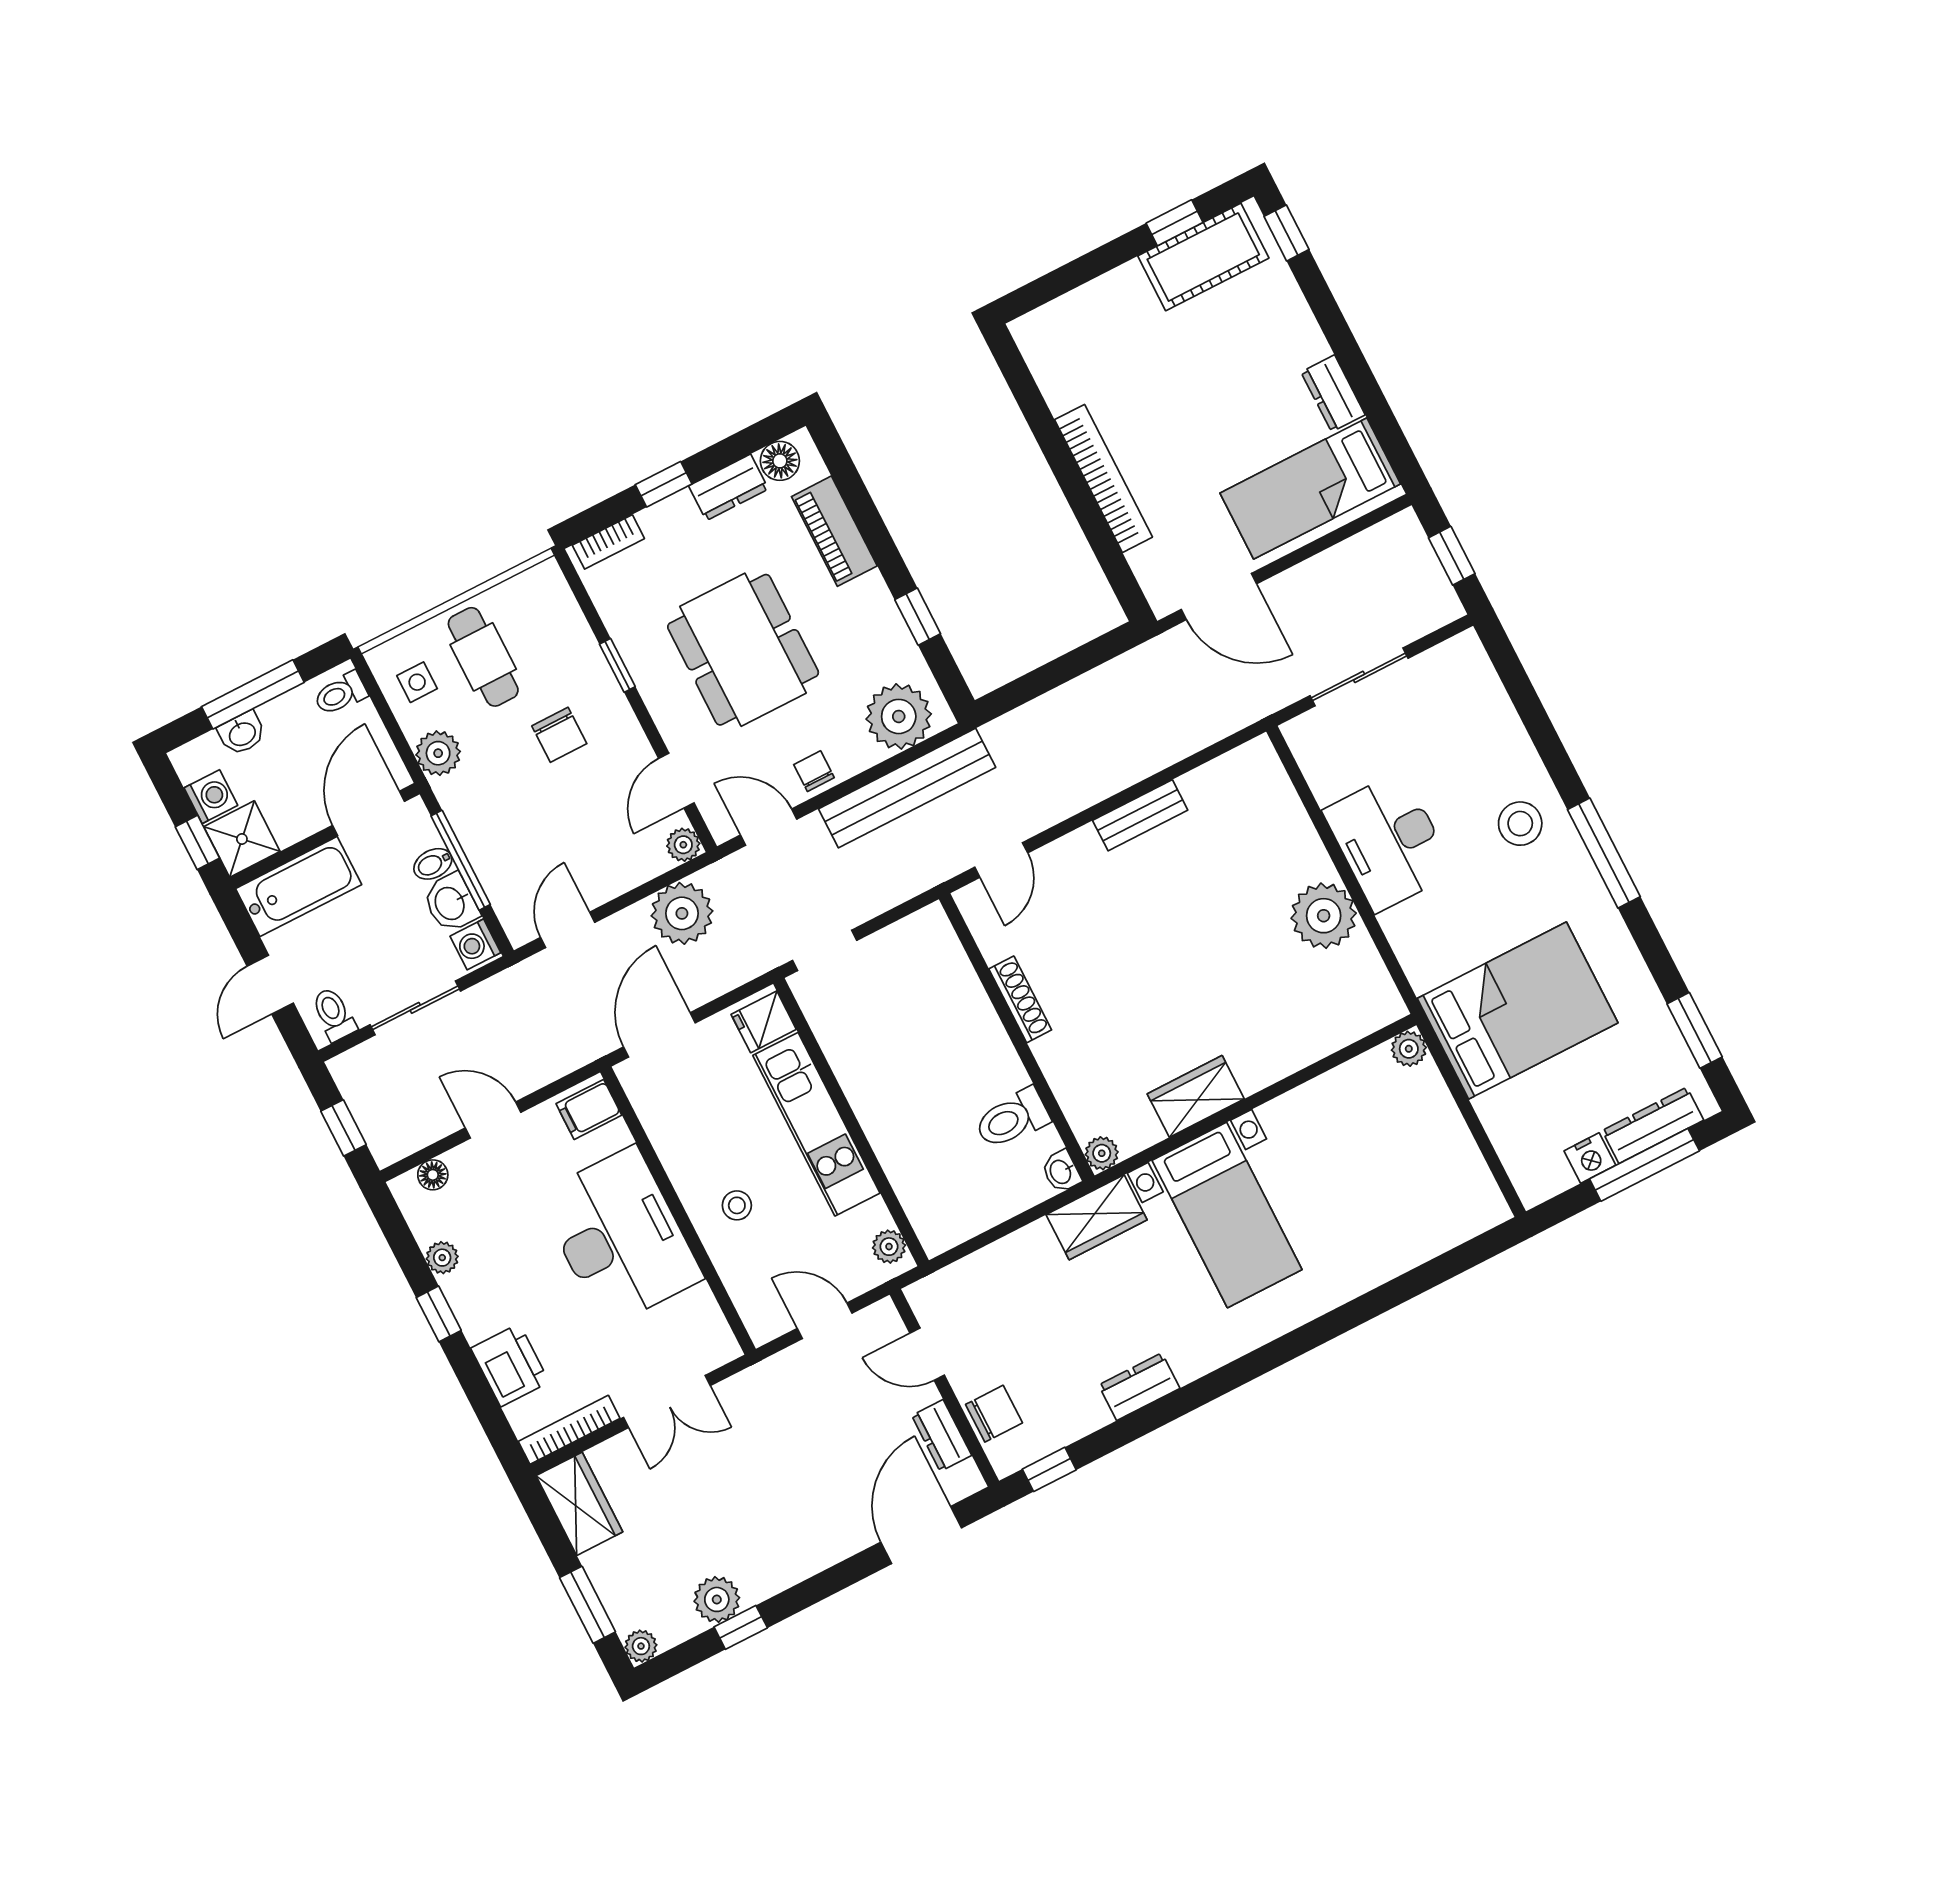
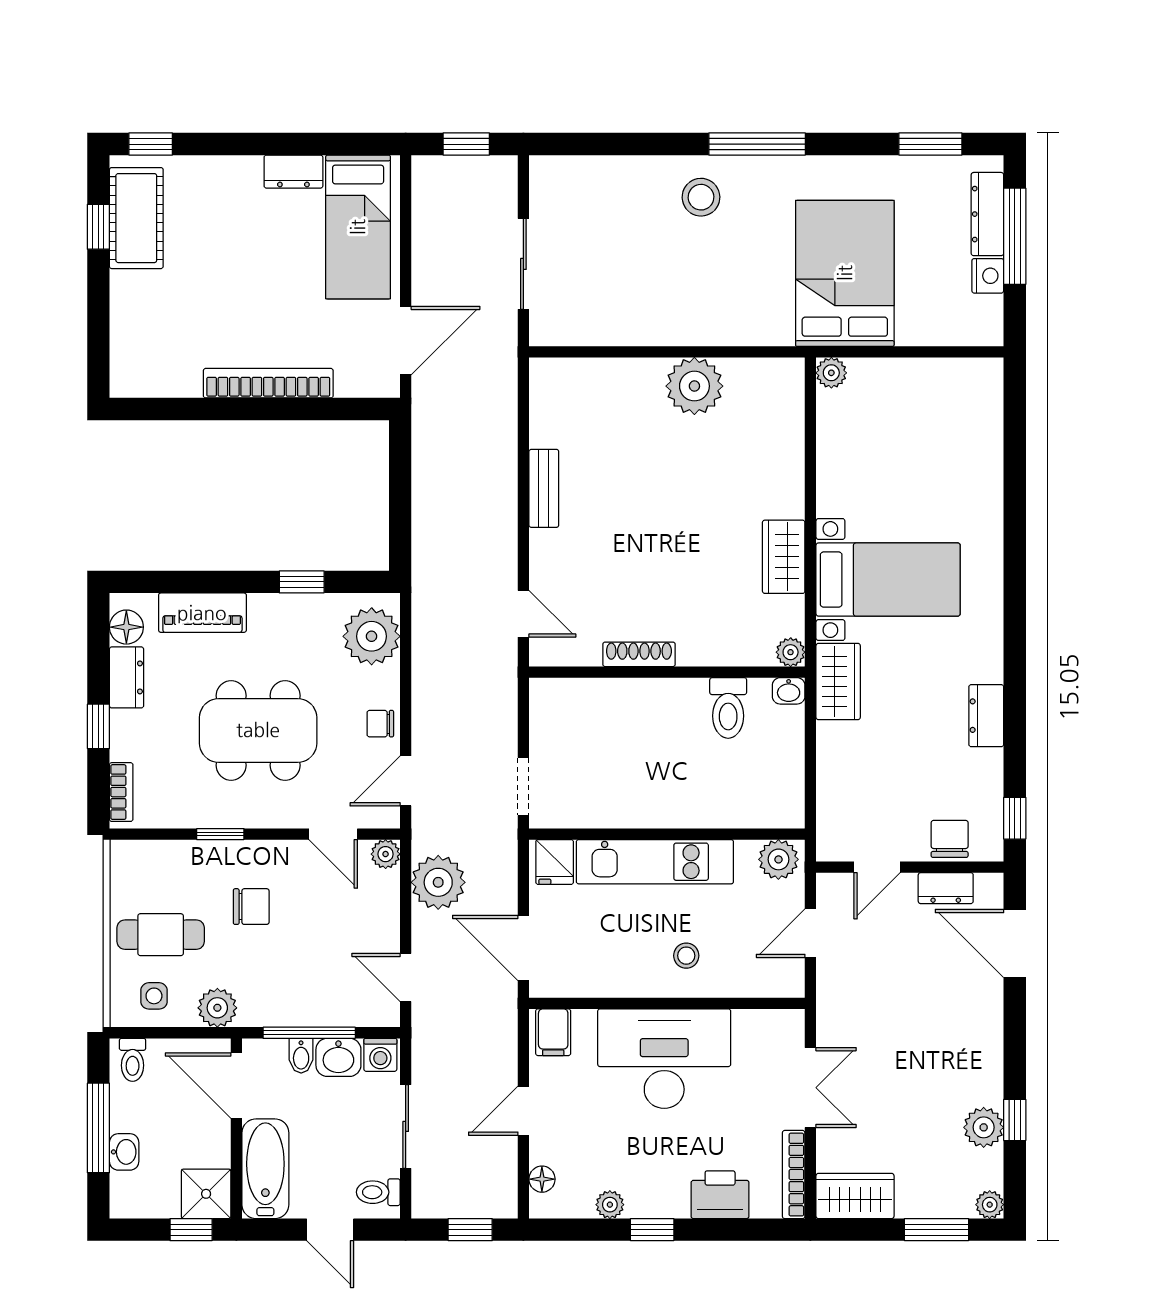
bench: (907, 788) -> (430, 658), removed
washing machine: (211, 797) -> (161, 1201), removed
desk: (1389, 842) -> (663, 306), removed
plant: (889, 1247) -> (778, 859), width x1.38, depth x1.38

